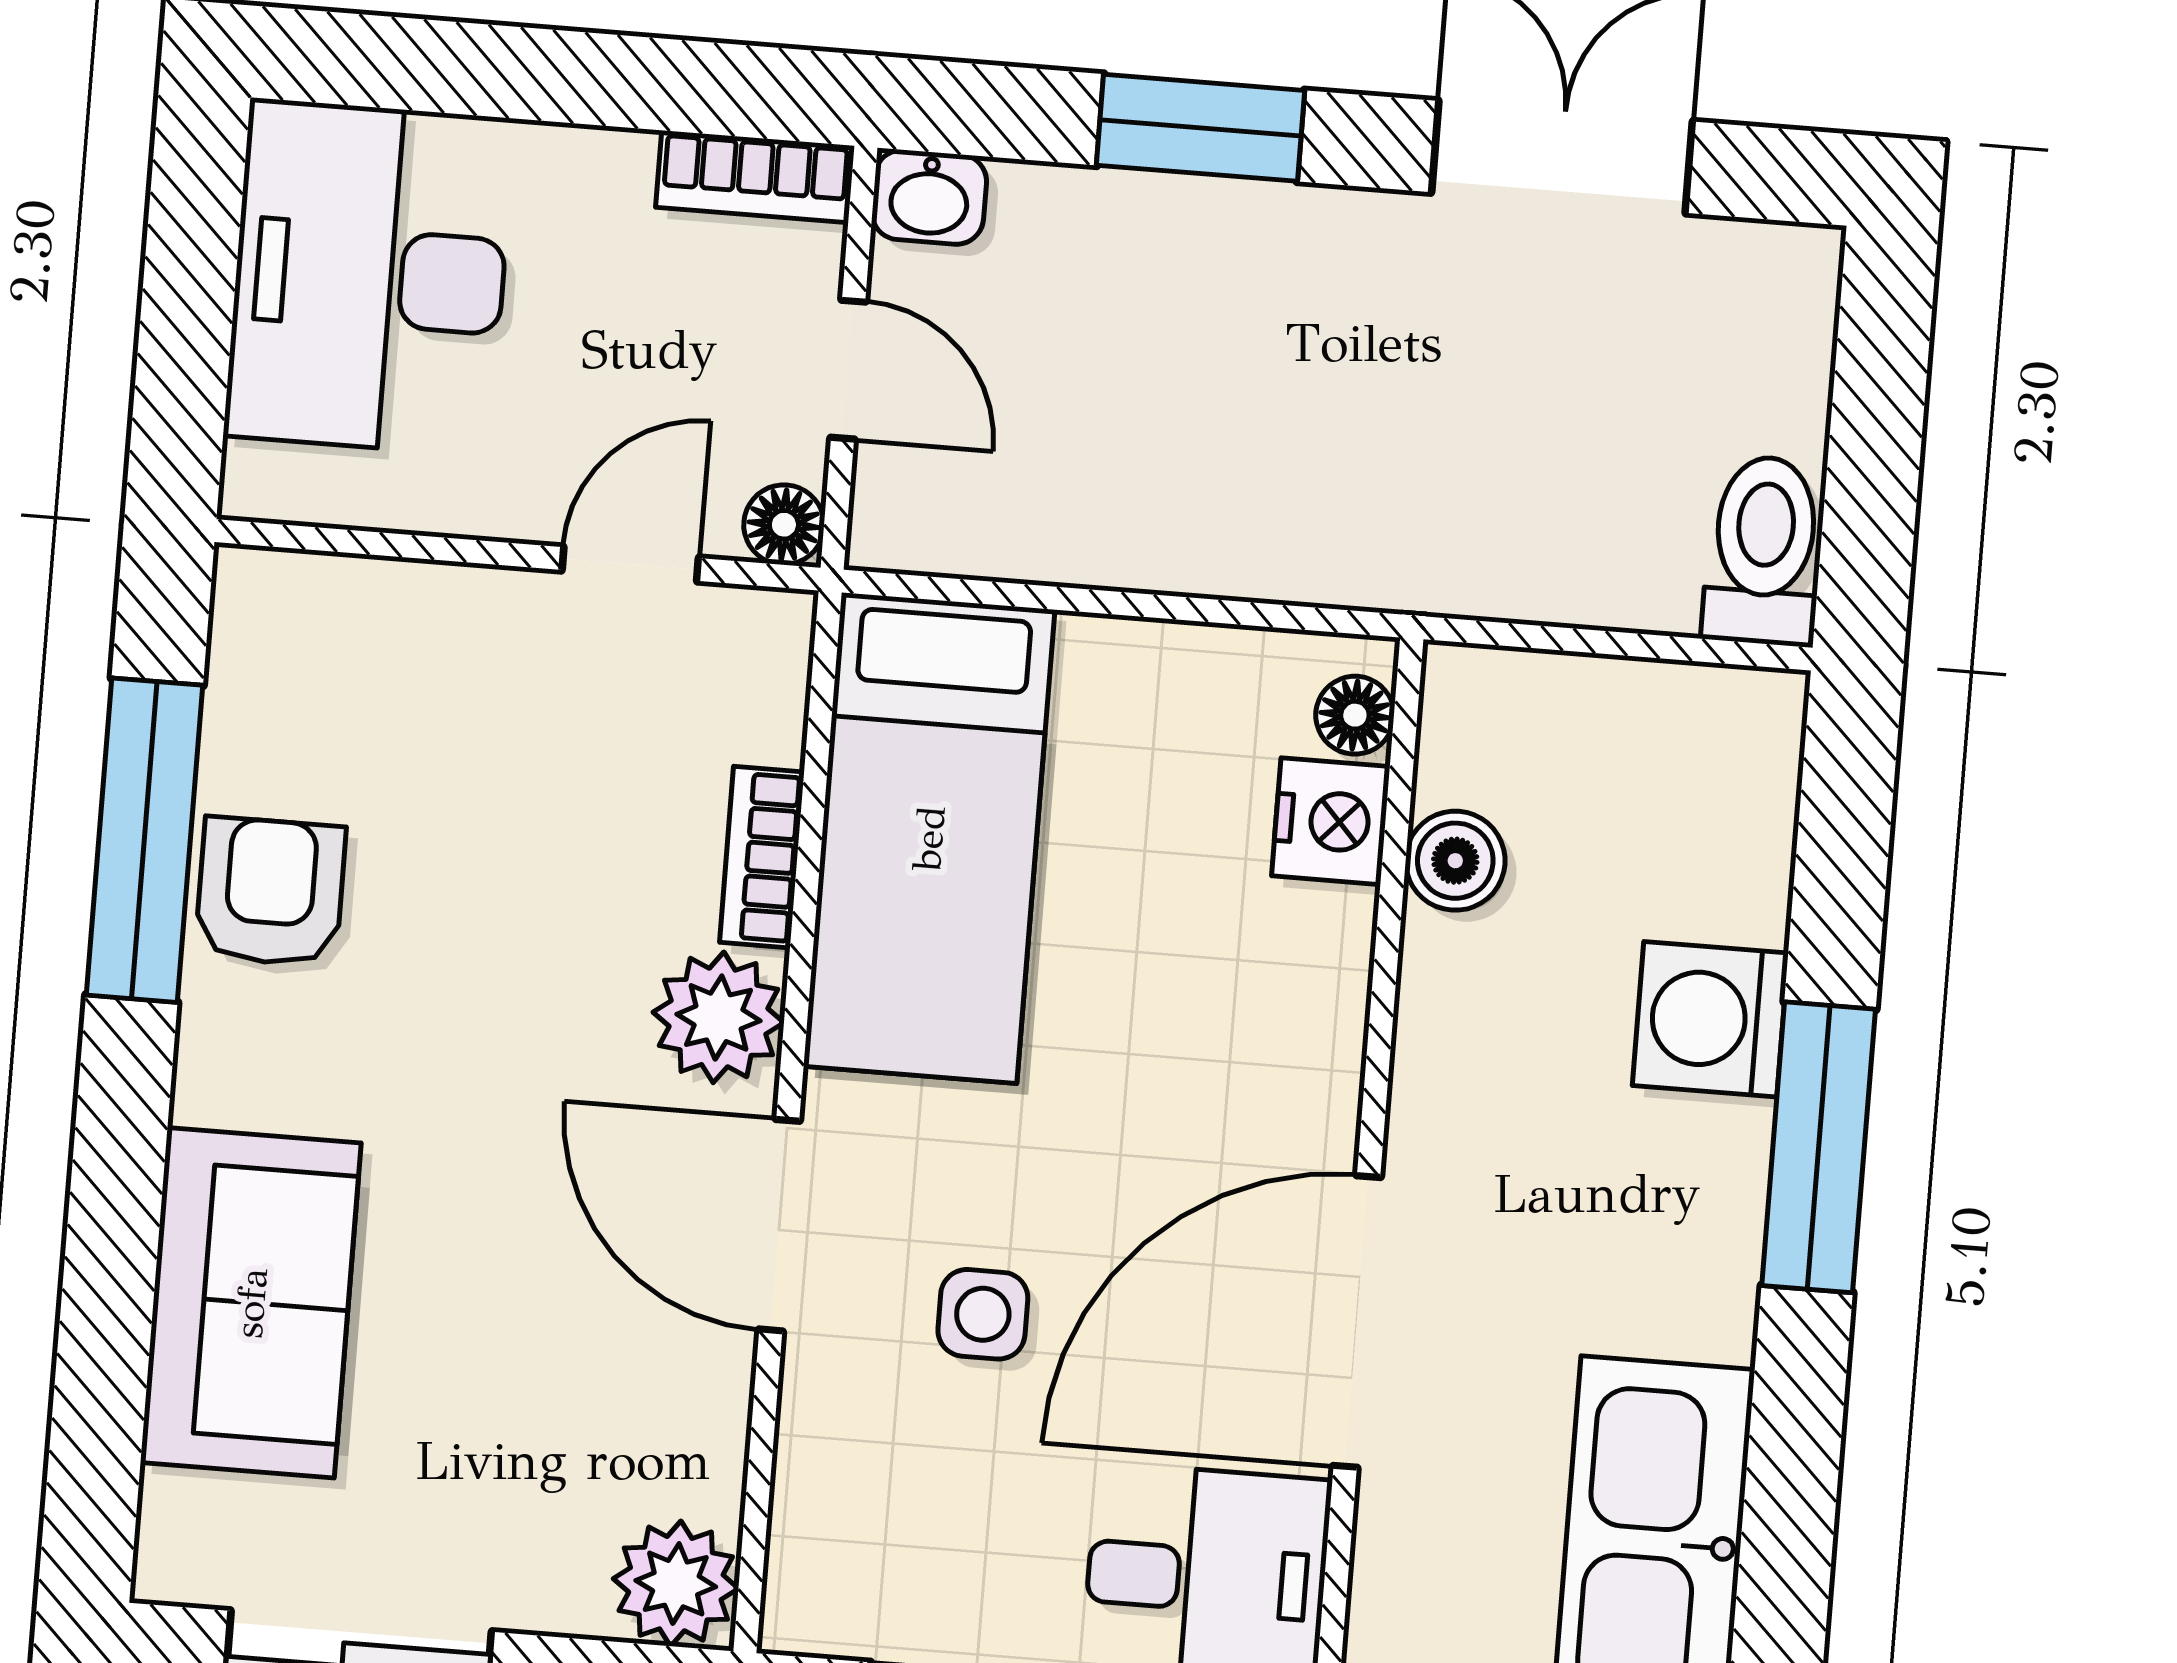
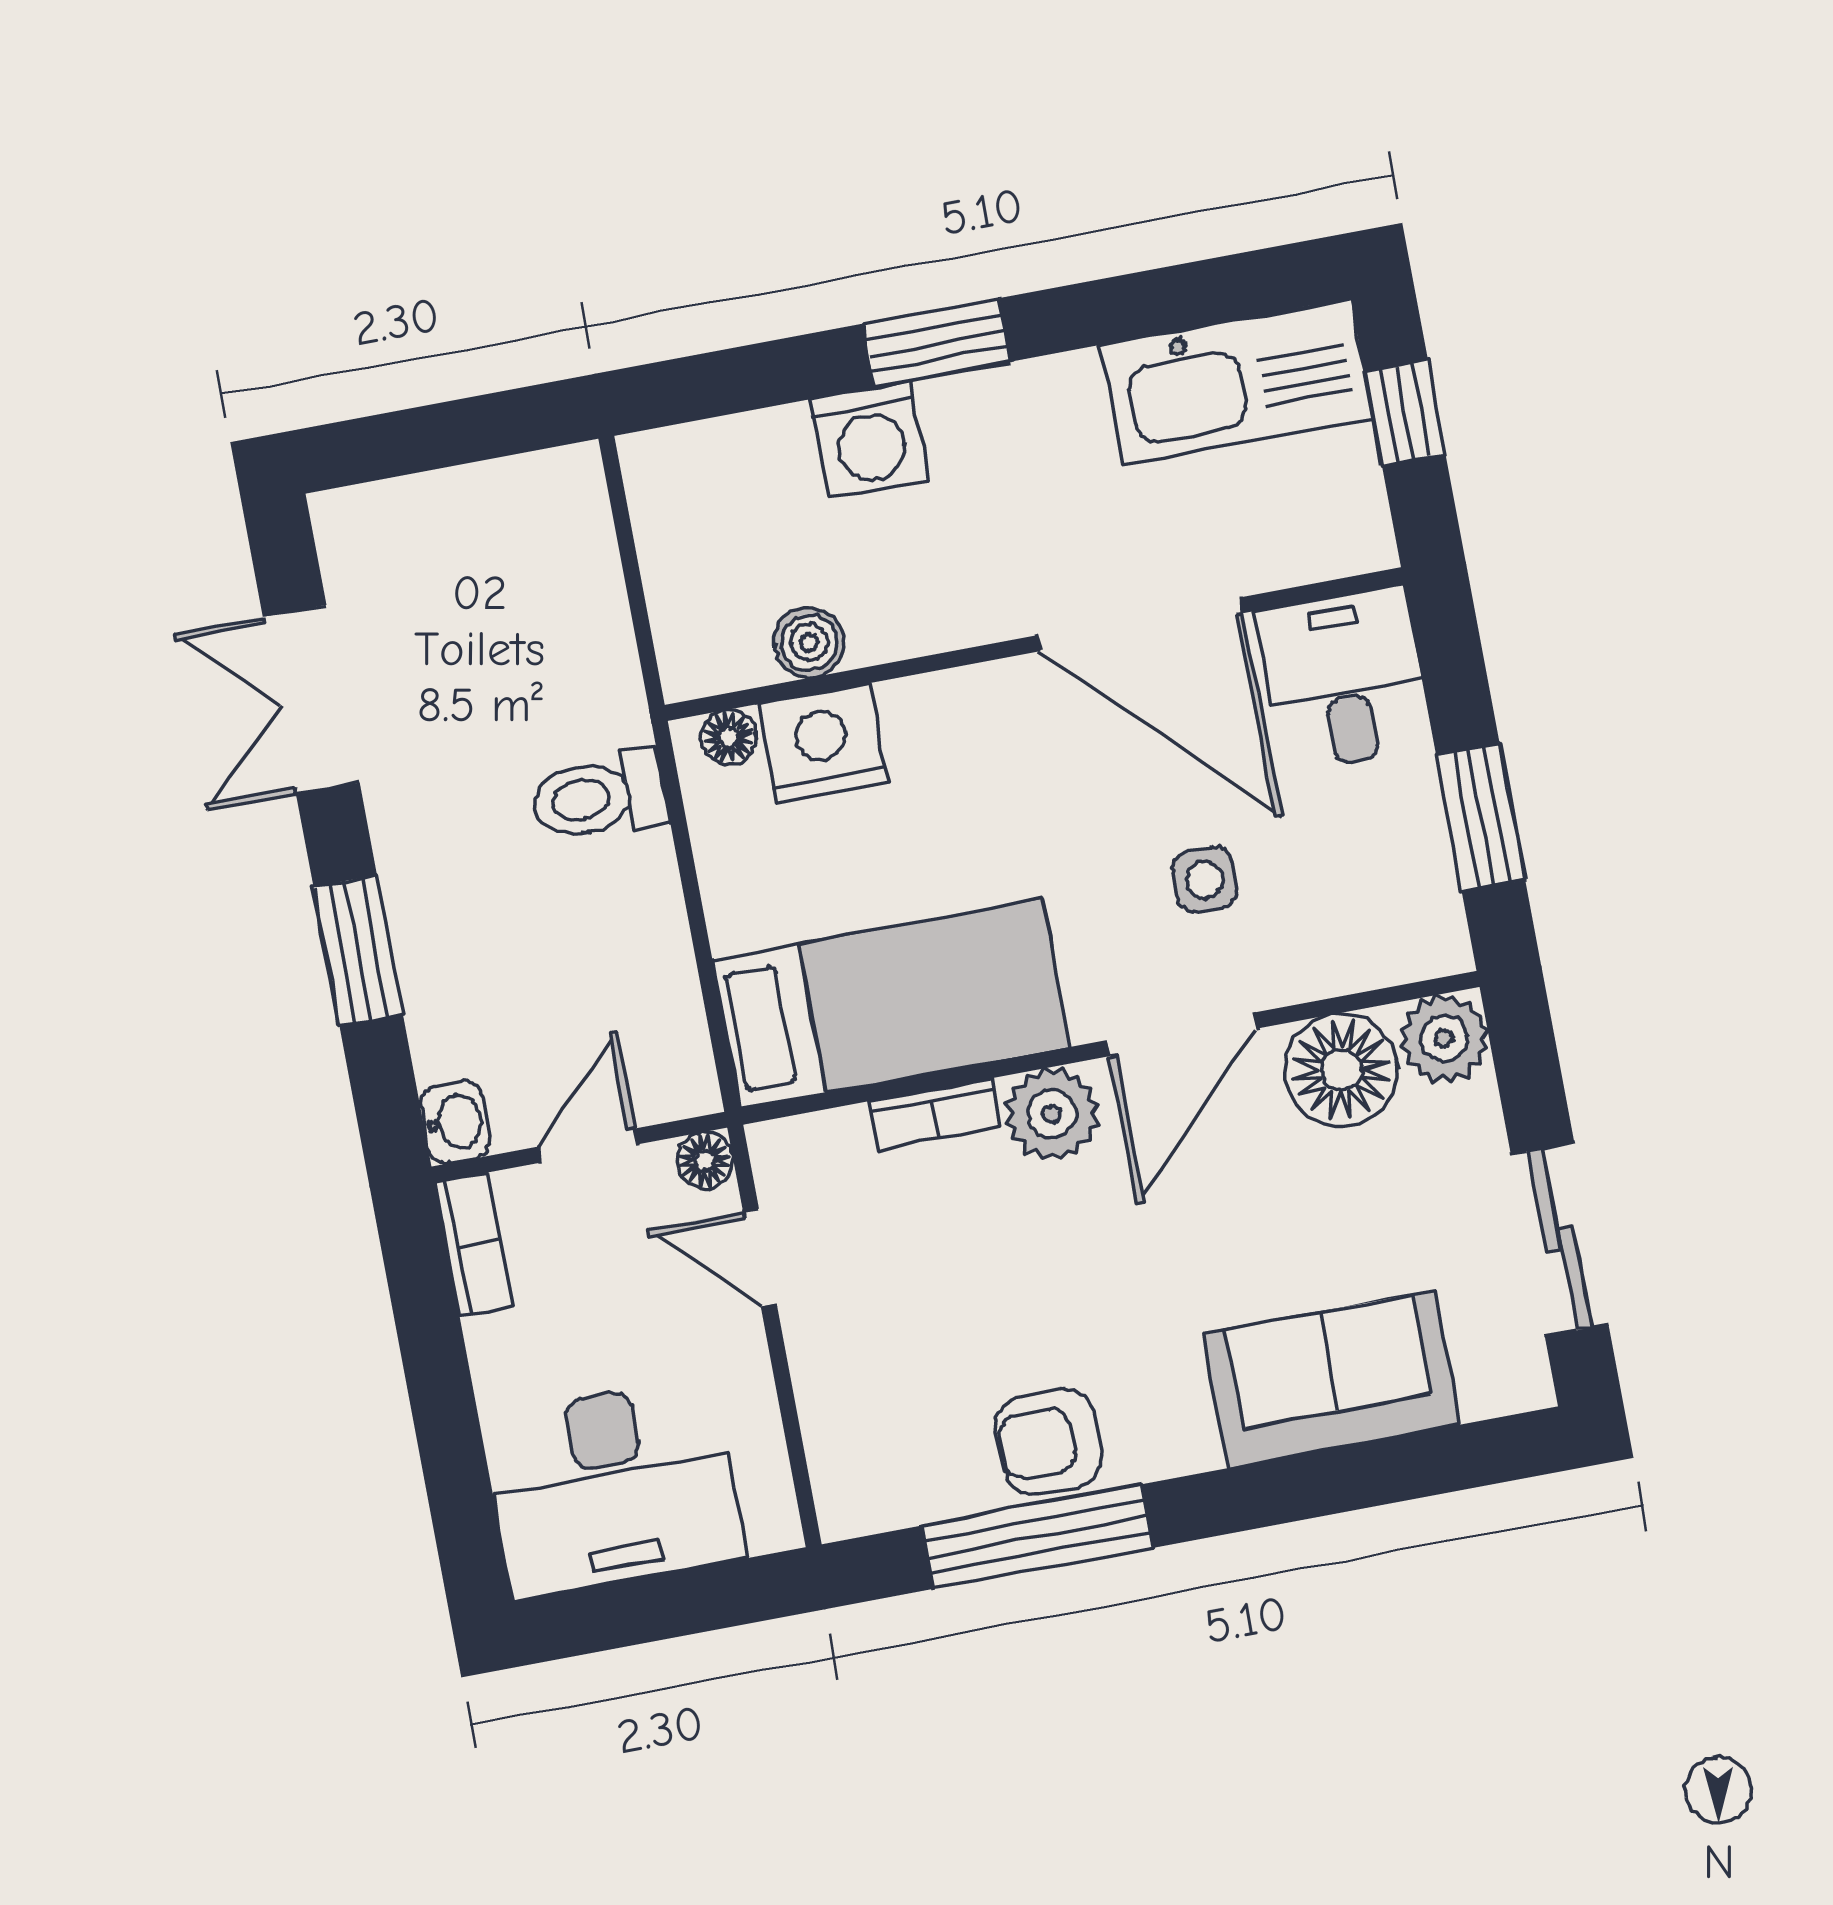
toilet: (1764, 551) -> (599, 797), moved
nightstand: (1331, 821) -> (822, 744), width x1.36, depth x1.33
window: (1819, 1147) -> (937, 343), width x0.69
floor lamp: (671, 1431) -> (1341, 1070), added

